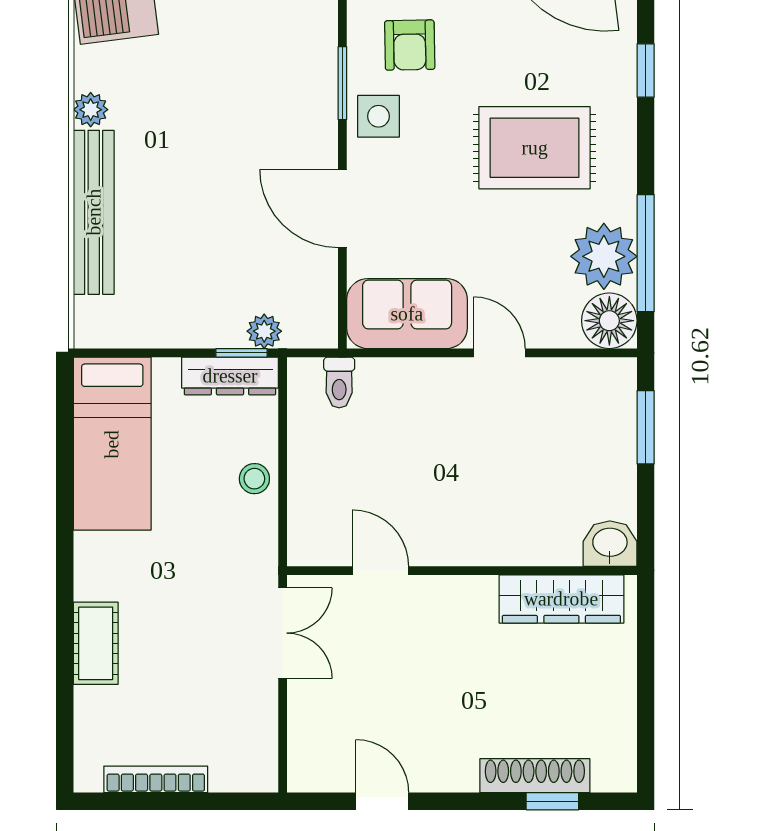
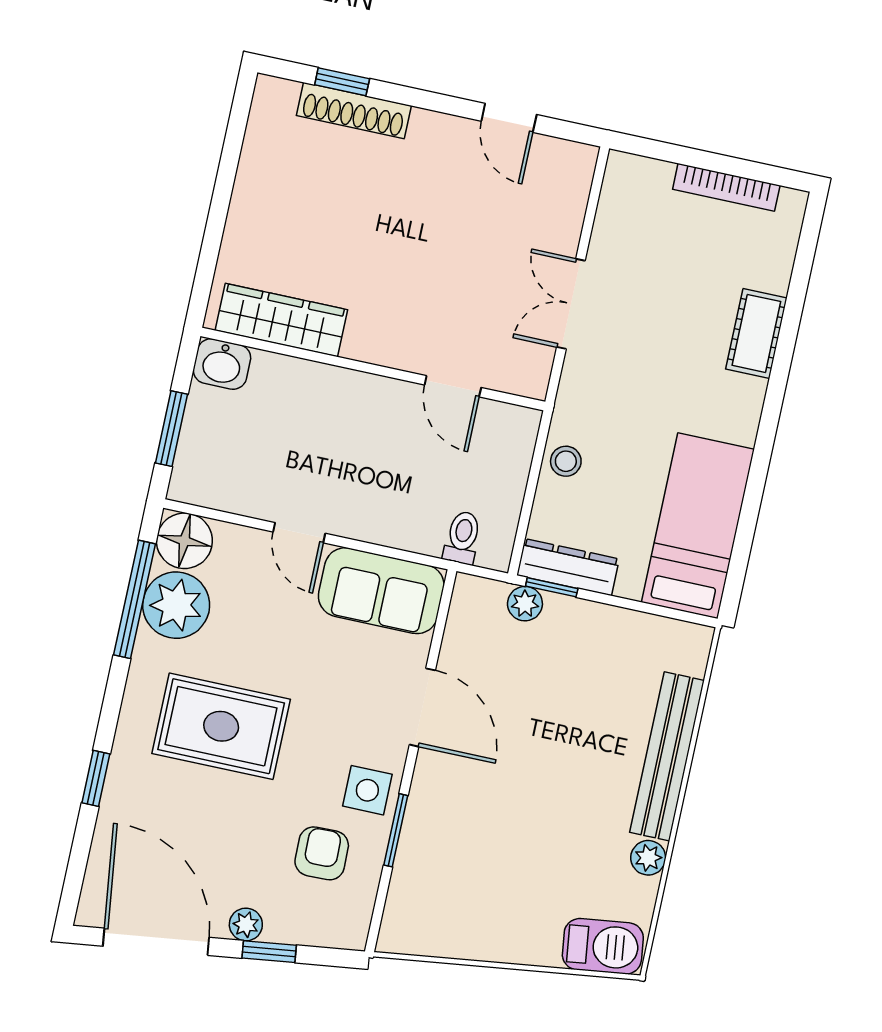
washbasin: (610, 544) -> (222, 364), moved
door: (380, 571) -> (453, 386), moved
wall: (462, 571) -> (373, 369), moved
wardrobe: (561, 599) -> (281, 320), moved

